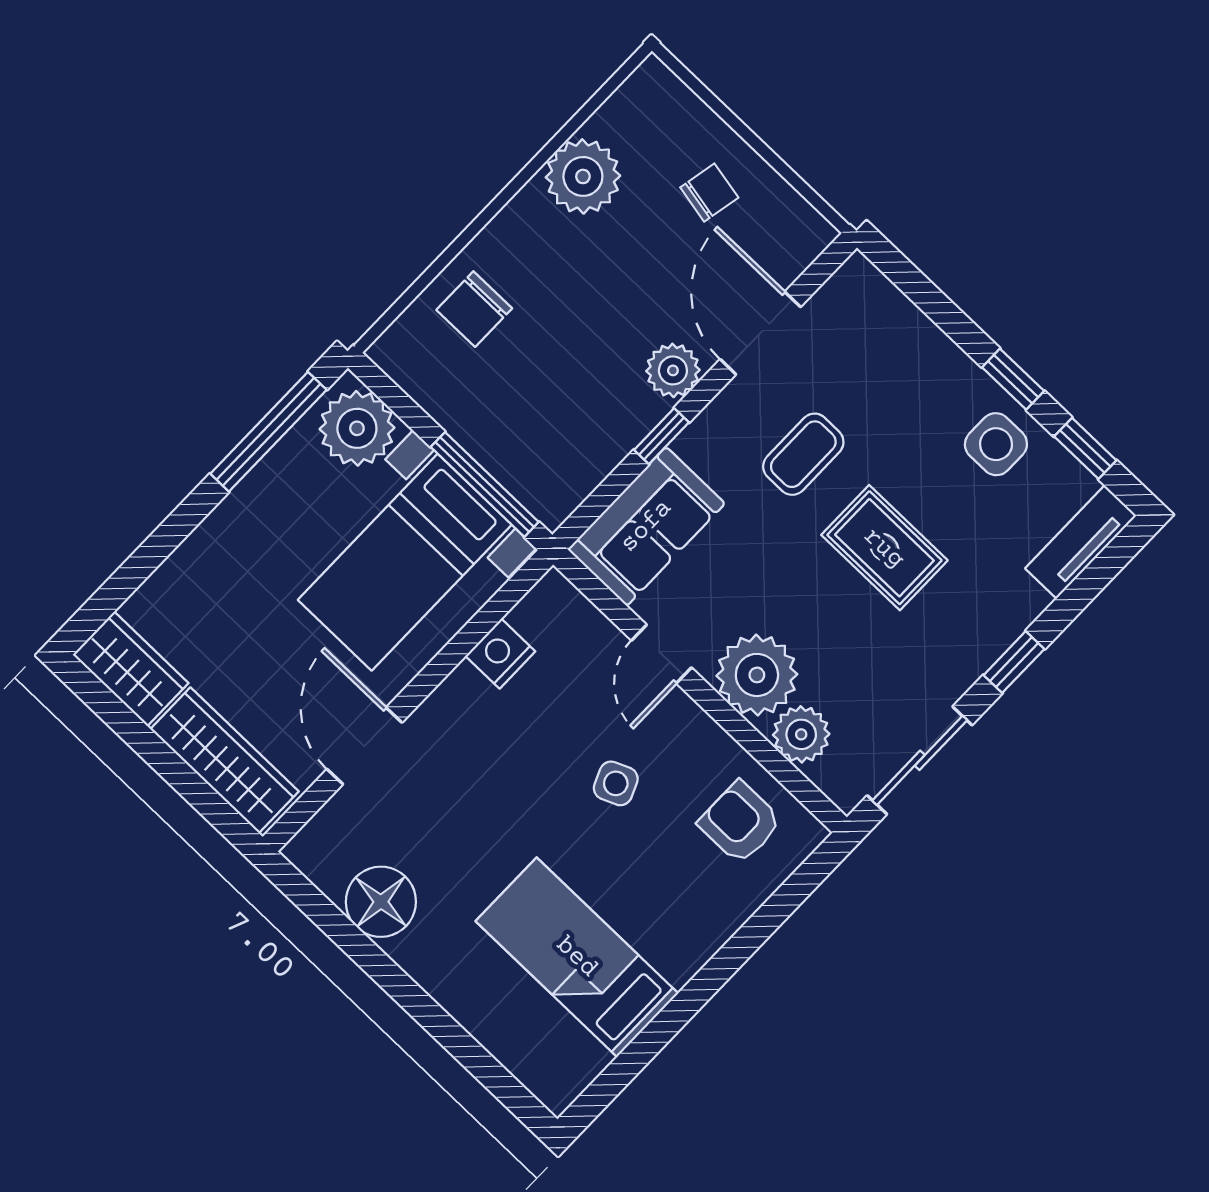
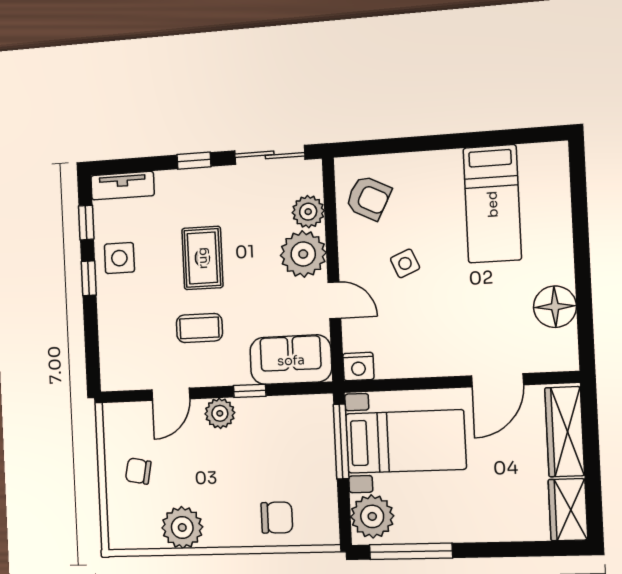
door: (760, 333) -> (171, 394), width x0.73
nightstand: (500, 654) -> (358, 366), moved
door: (661, 654) -> (334, 300), hinge flipped
armchair: (740, 823) -> (368, 198), turned -63

